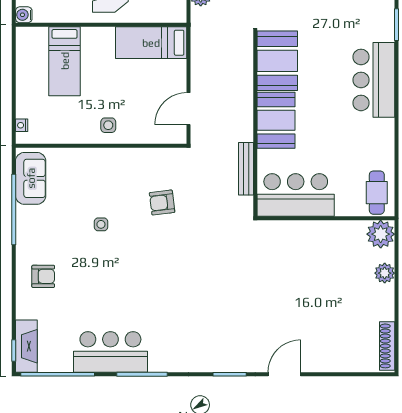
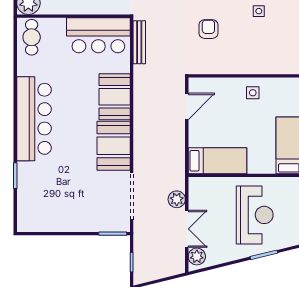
bar counter: (374, 80) -> (34, 119), width x1.36
bench: (246, 169) -> (139, 42), moved
armchair: (162, 203) -> (208, 29), turned -83

